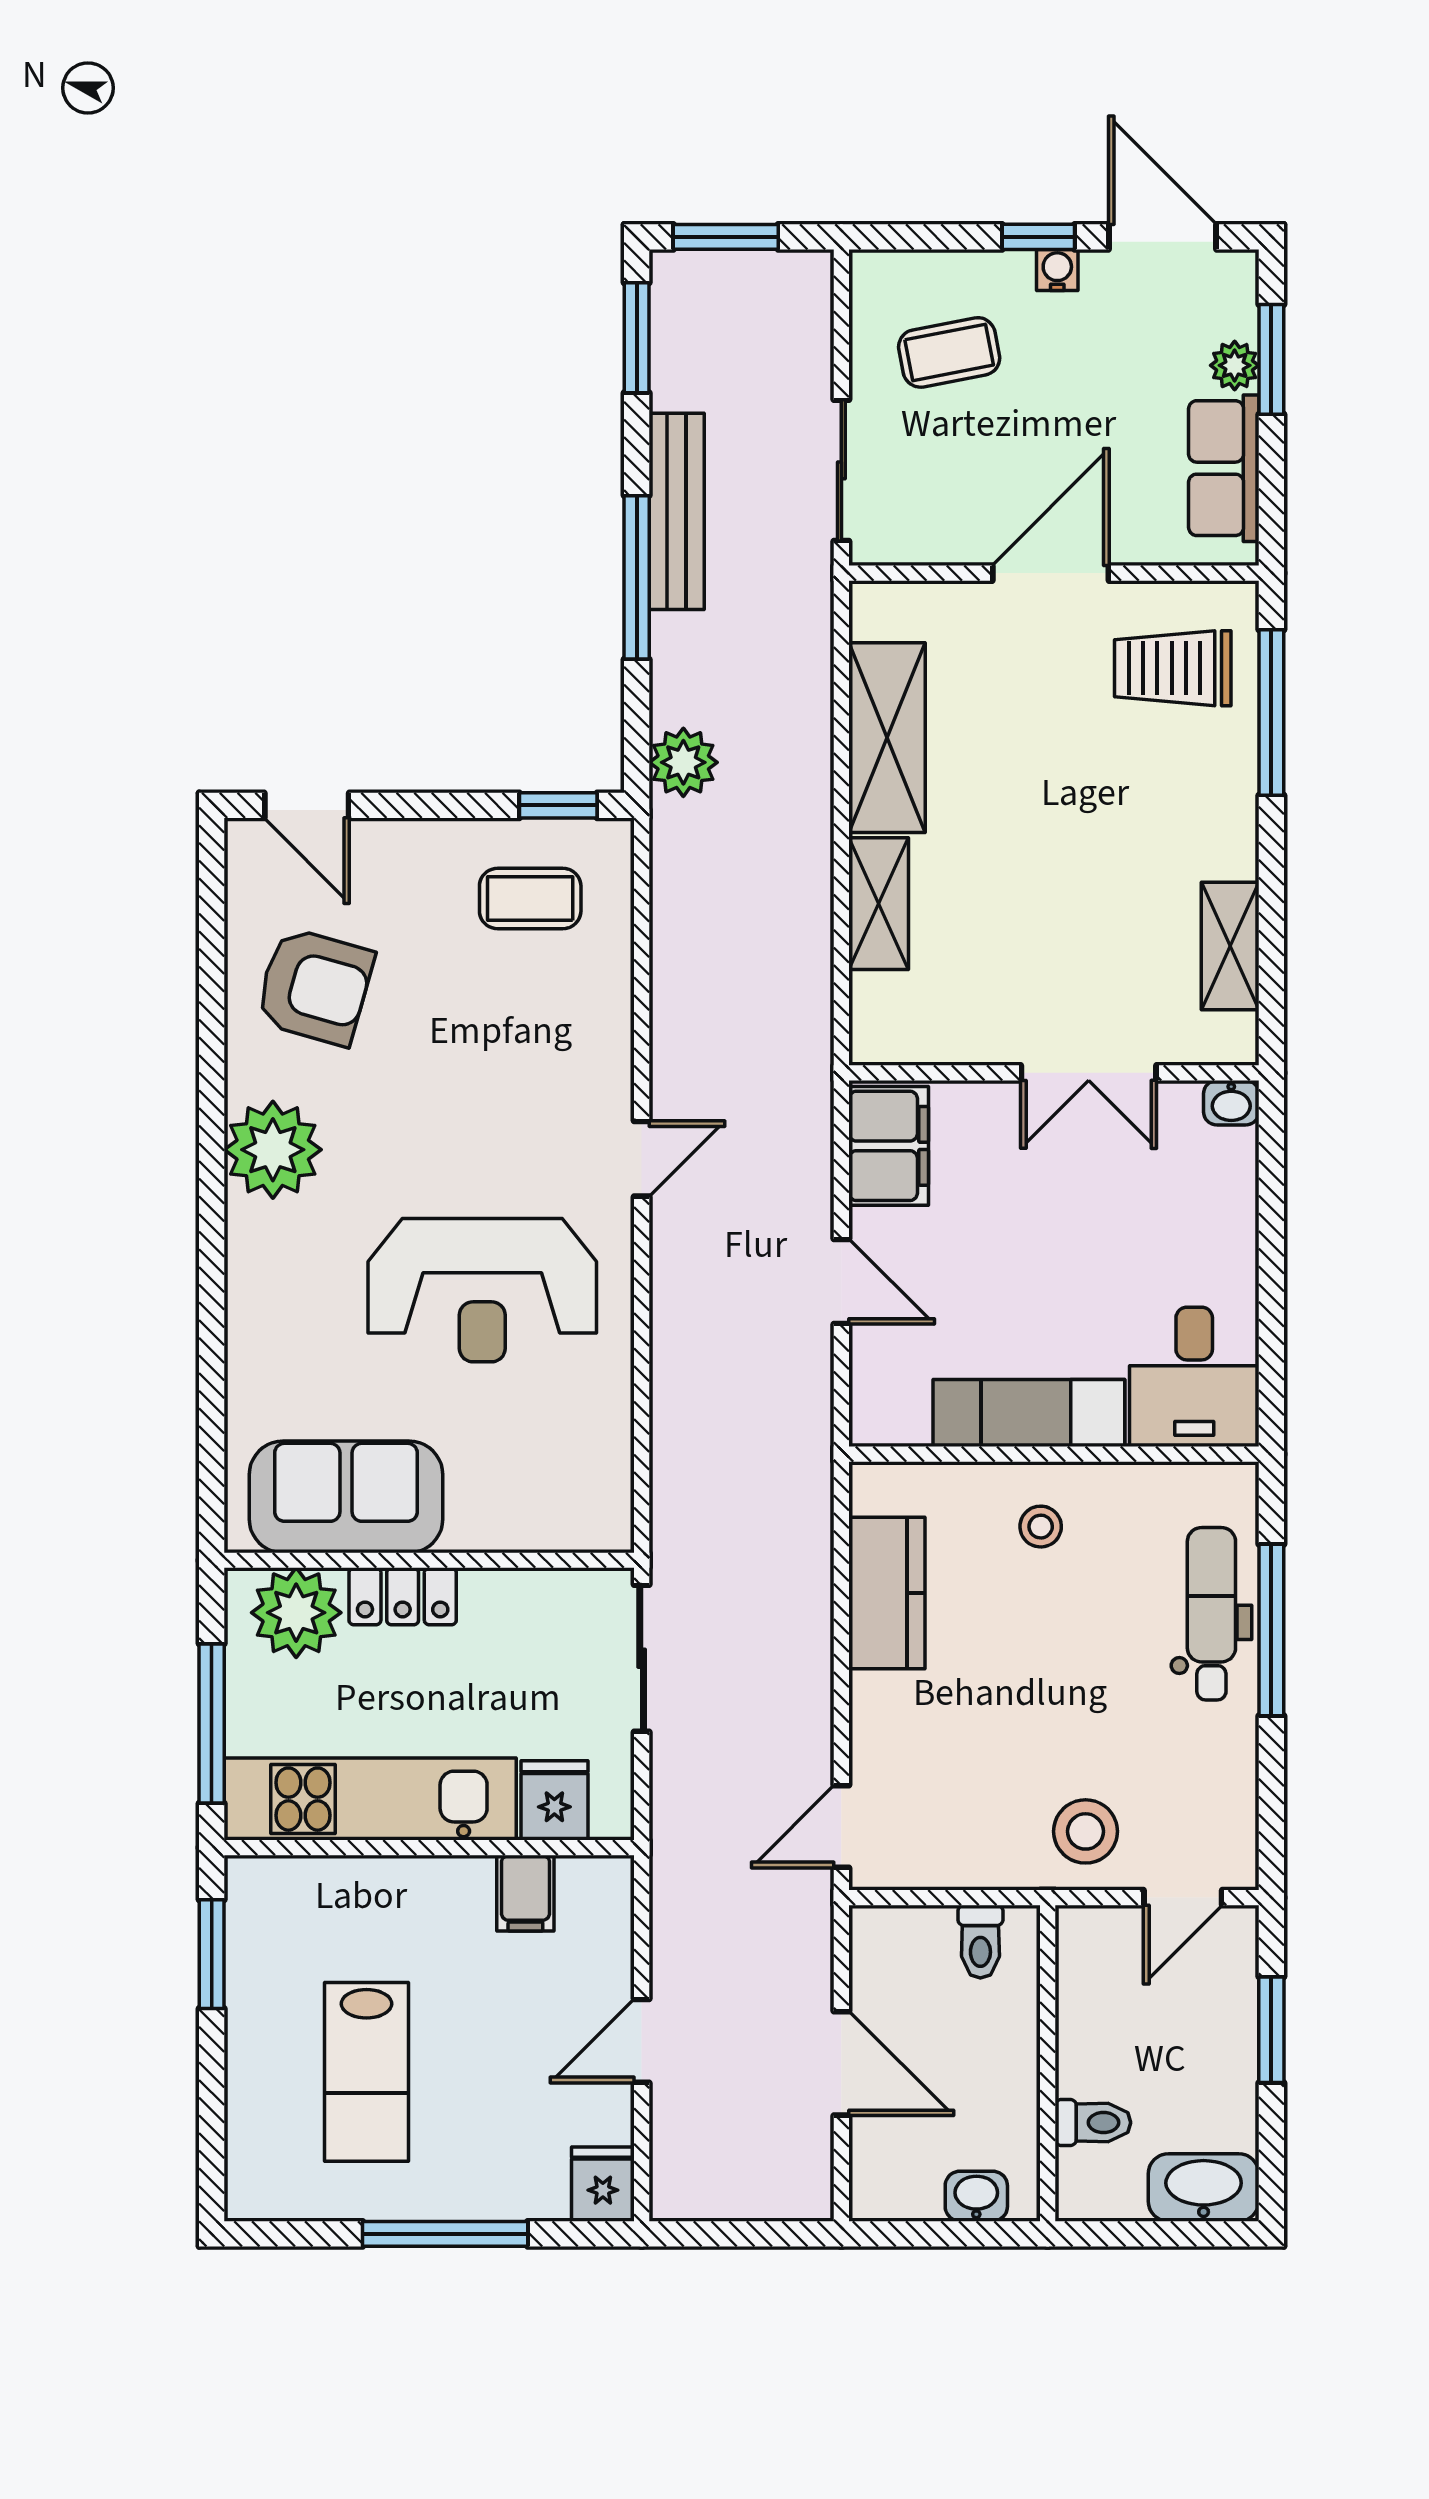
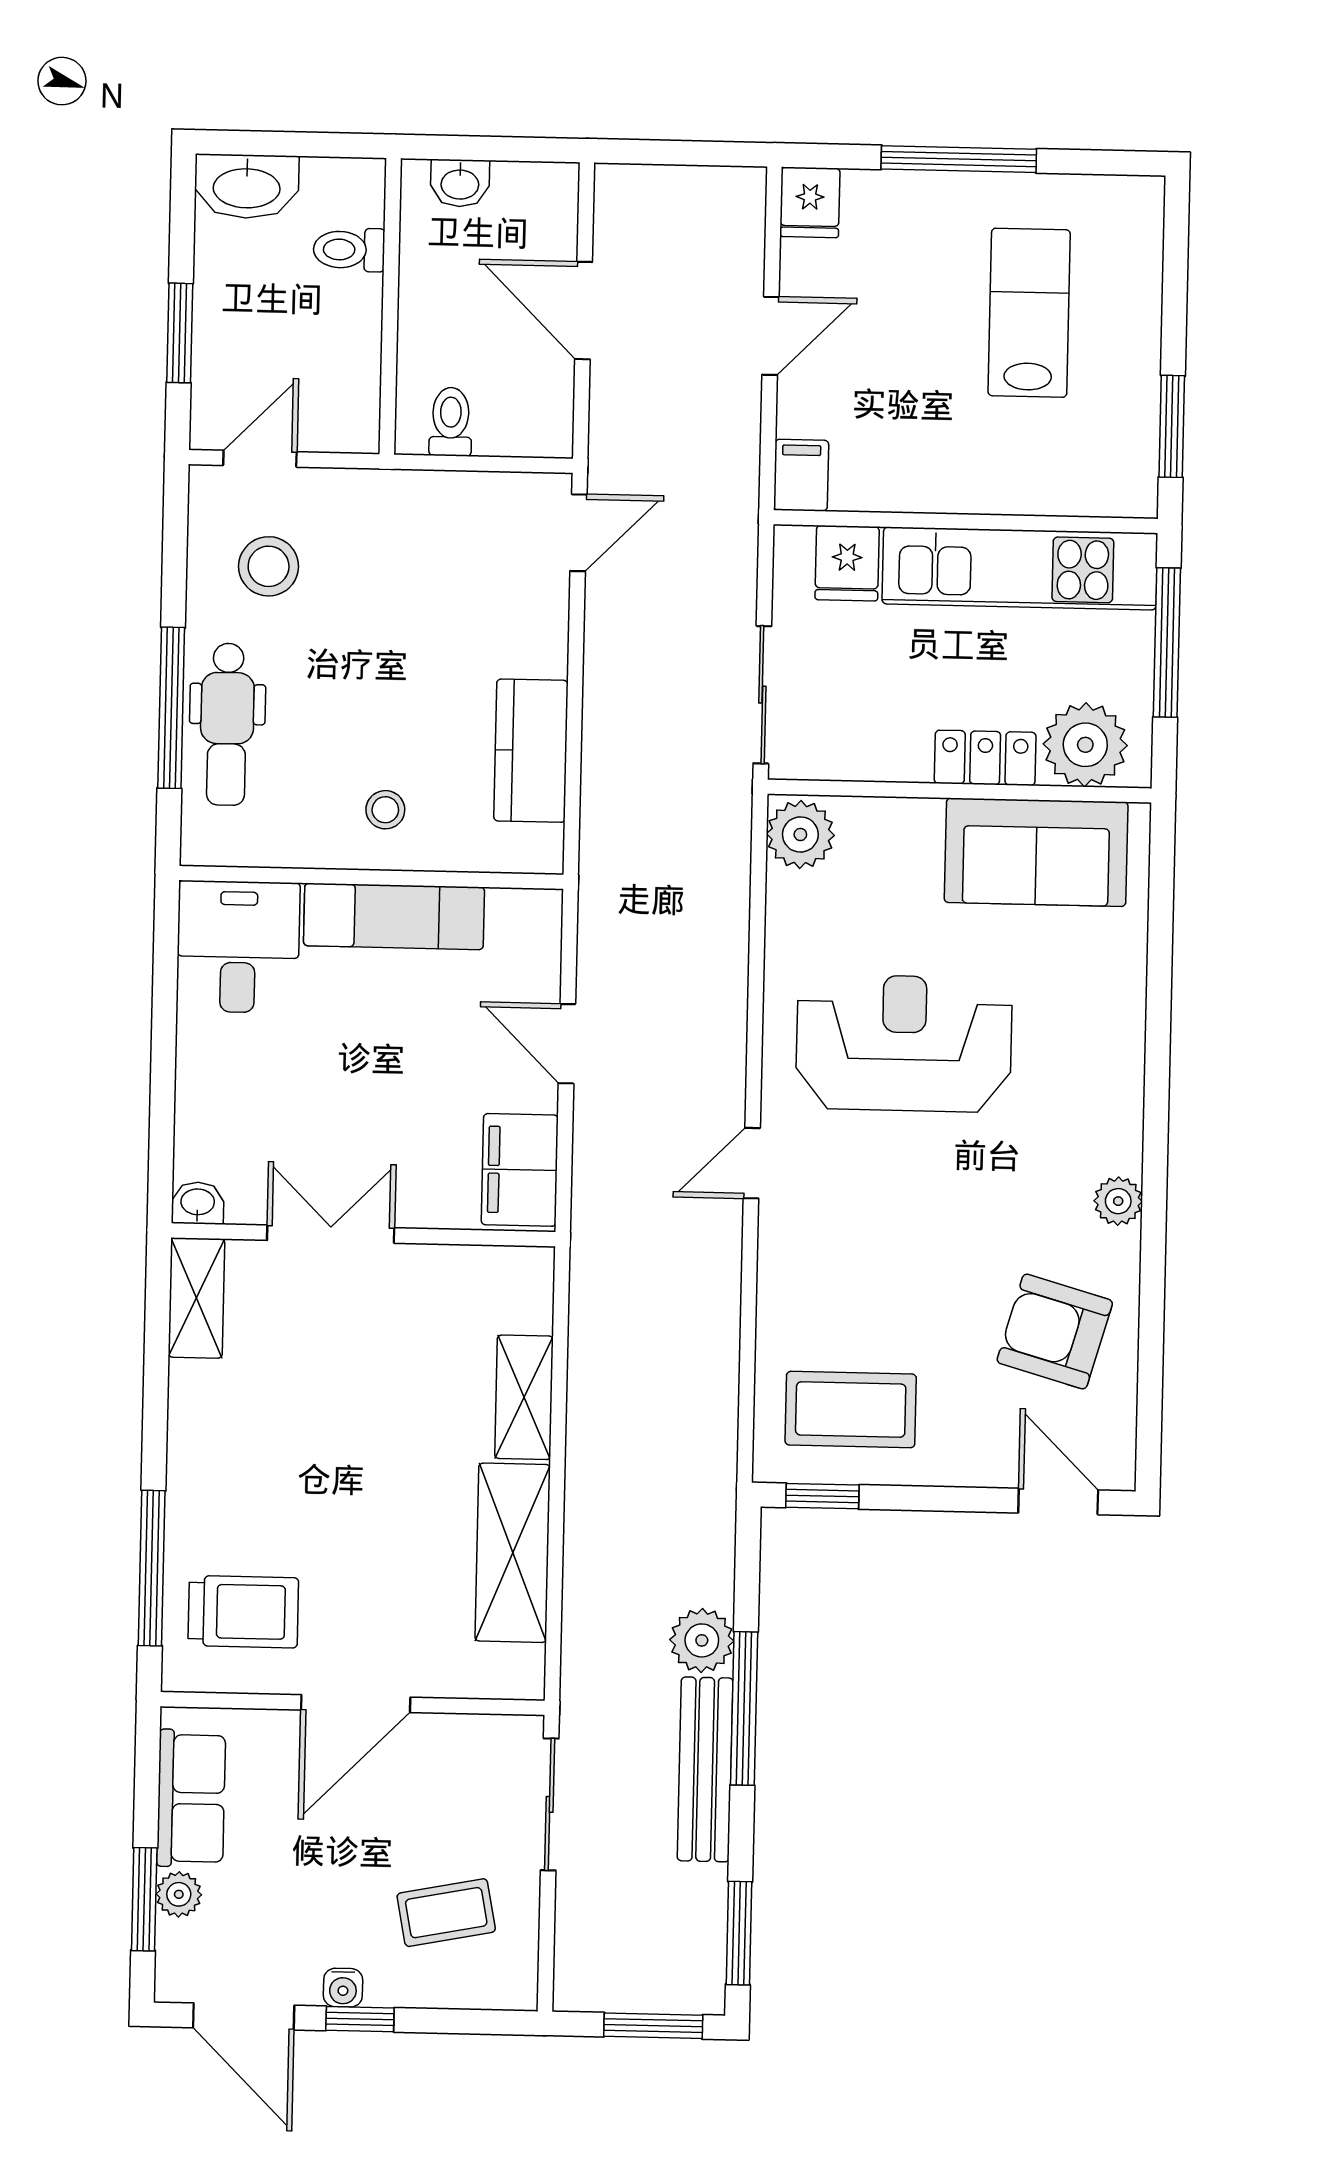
plant: (683, 762) -> (702, 1640), moved
coffee table: (530, 898) -> (851, 1410), width x1.36, depth x1.30
shelving: (1230, 946) -> (196, 1298), moved
plant: (273, 1150) -> (1118, 1201), width x0.53, depth x0.53
plant: (598, 1510) -> (800, 834), added
stool: (1086, 1831) -> (269, 566), moved
filing cabinet: (525, 1893) -> (801, 475), moved

